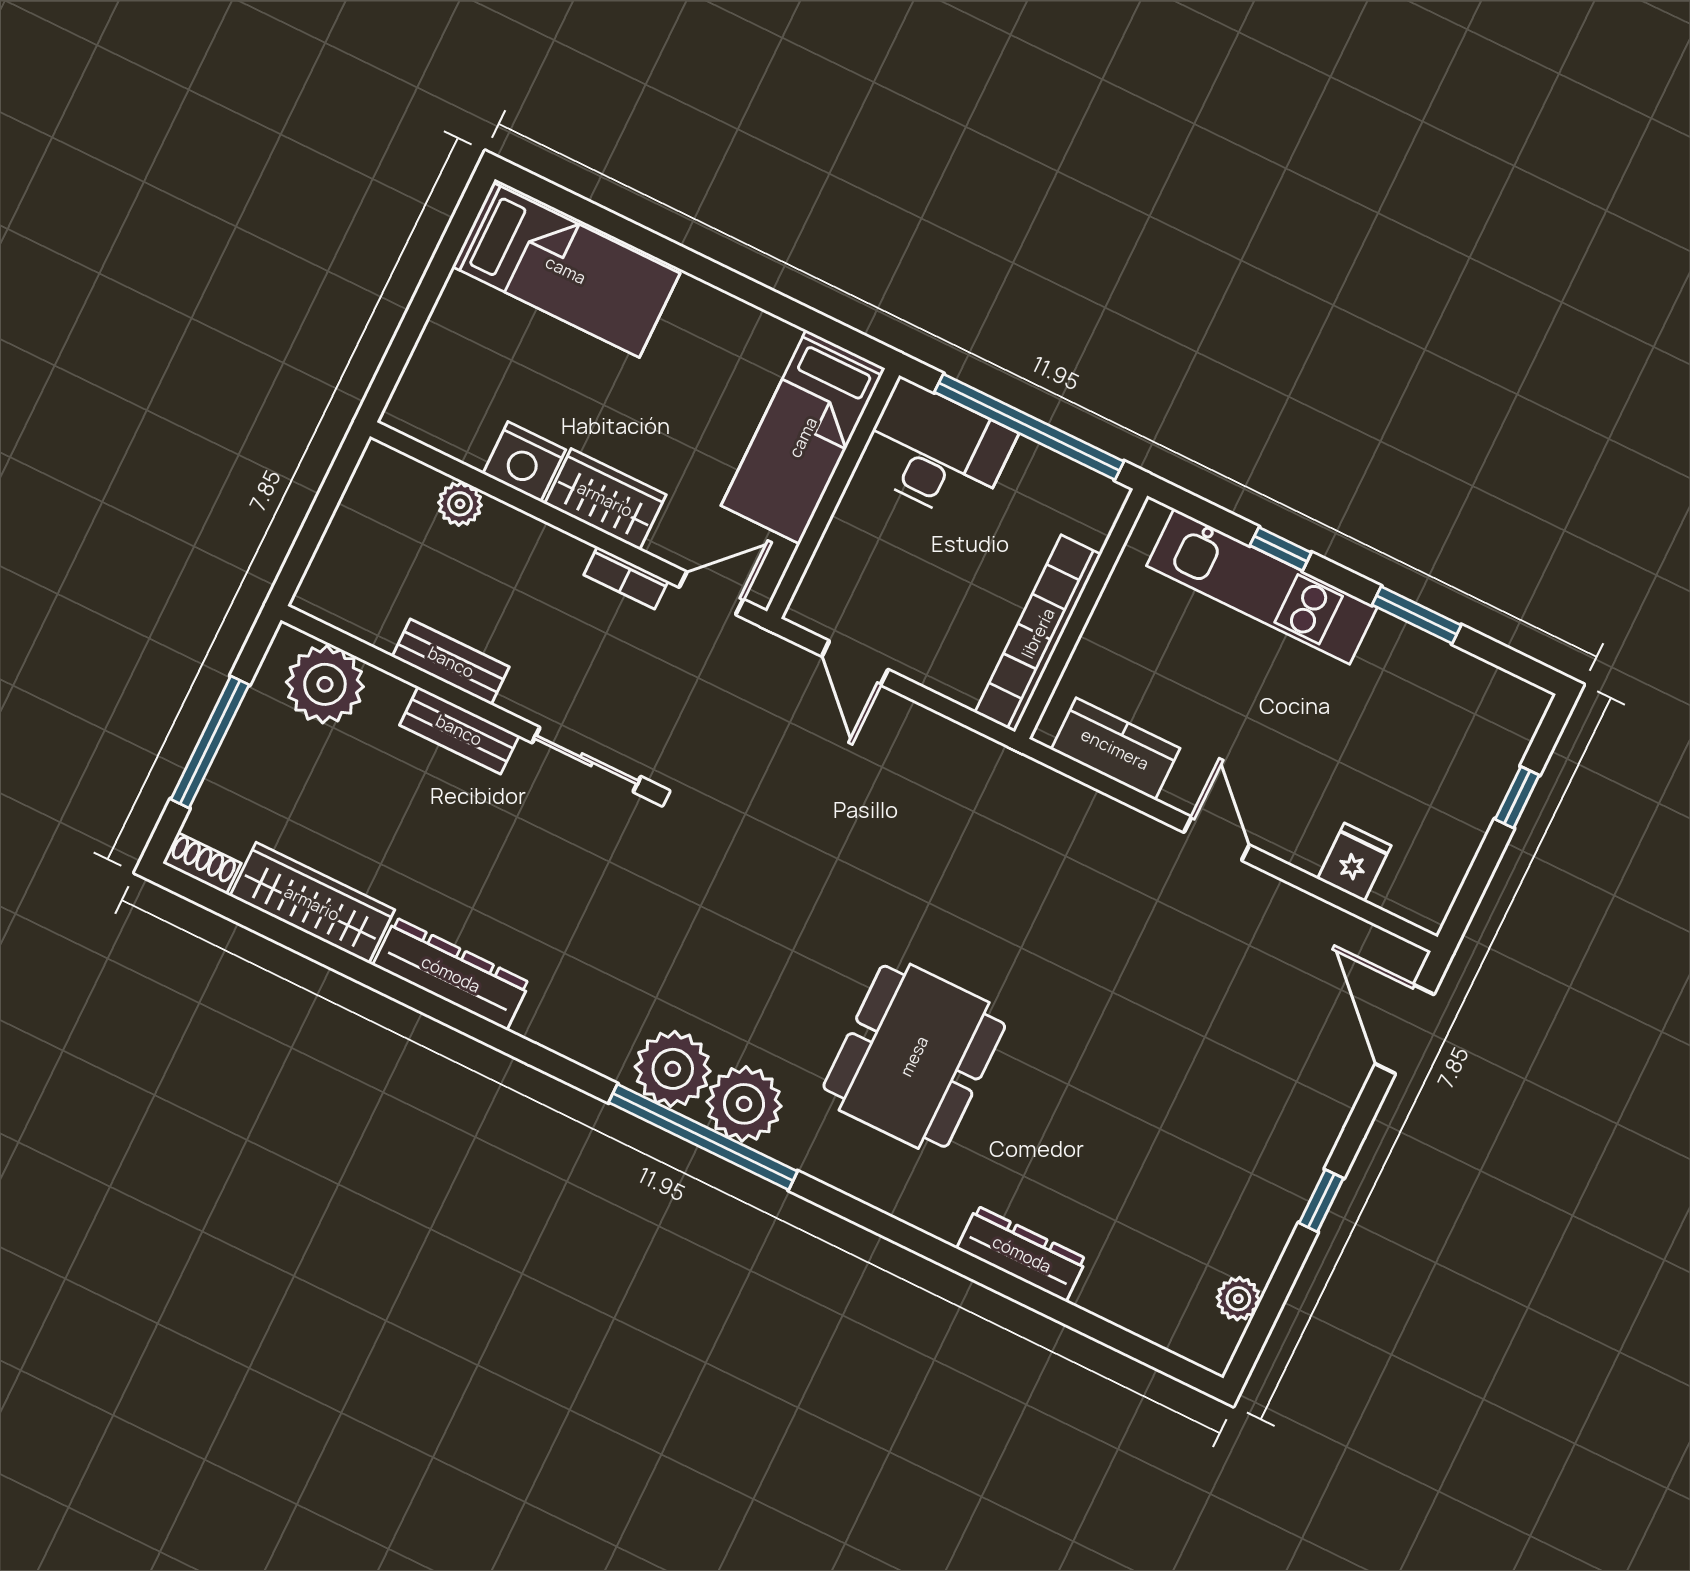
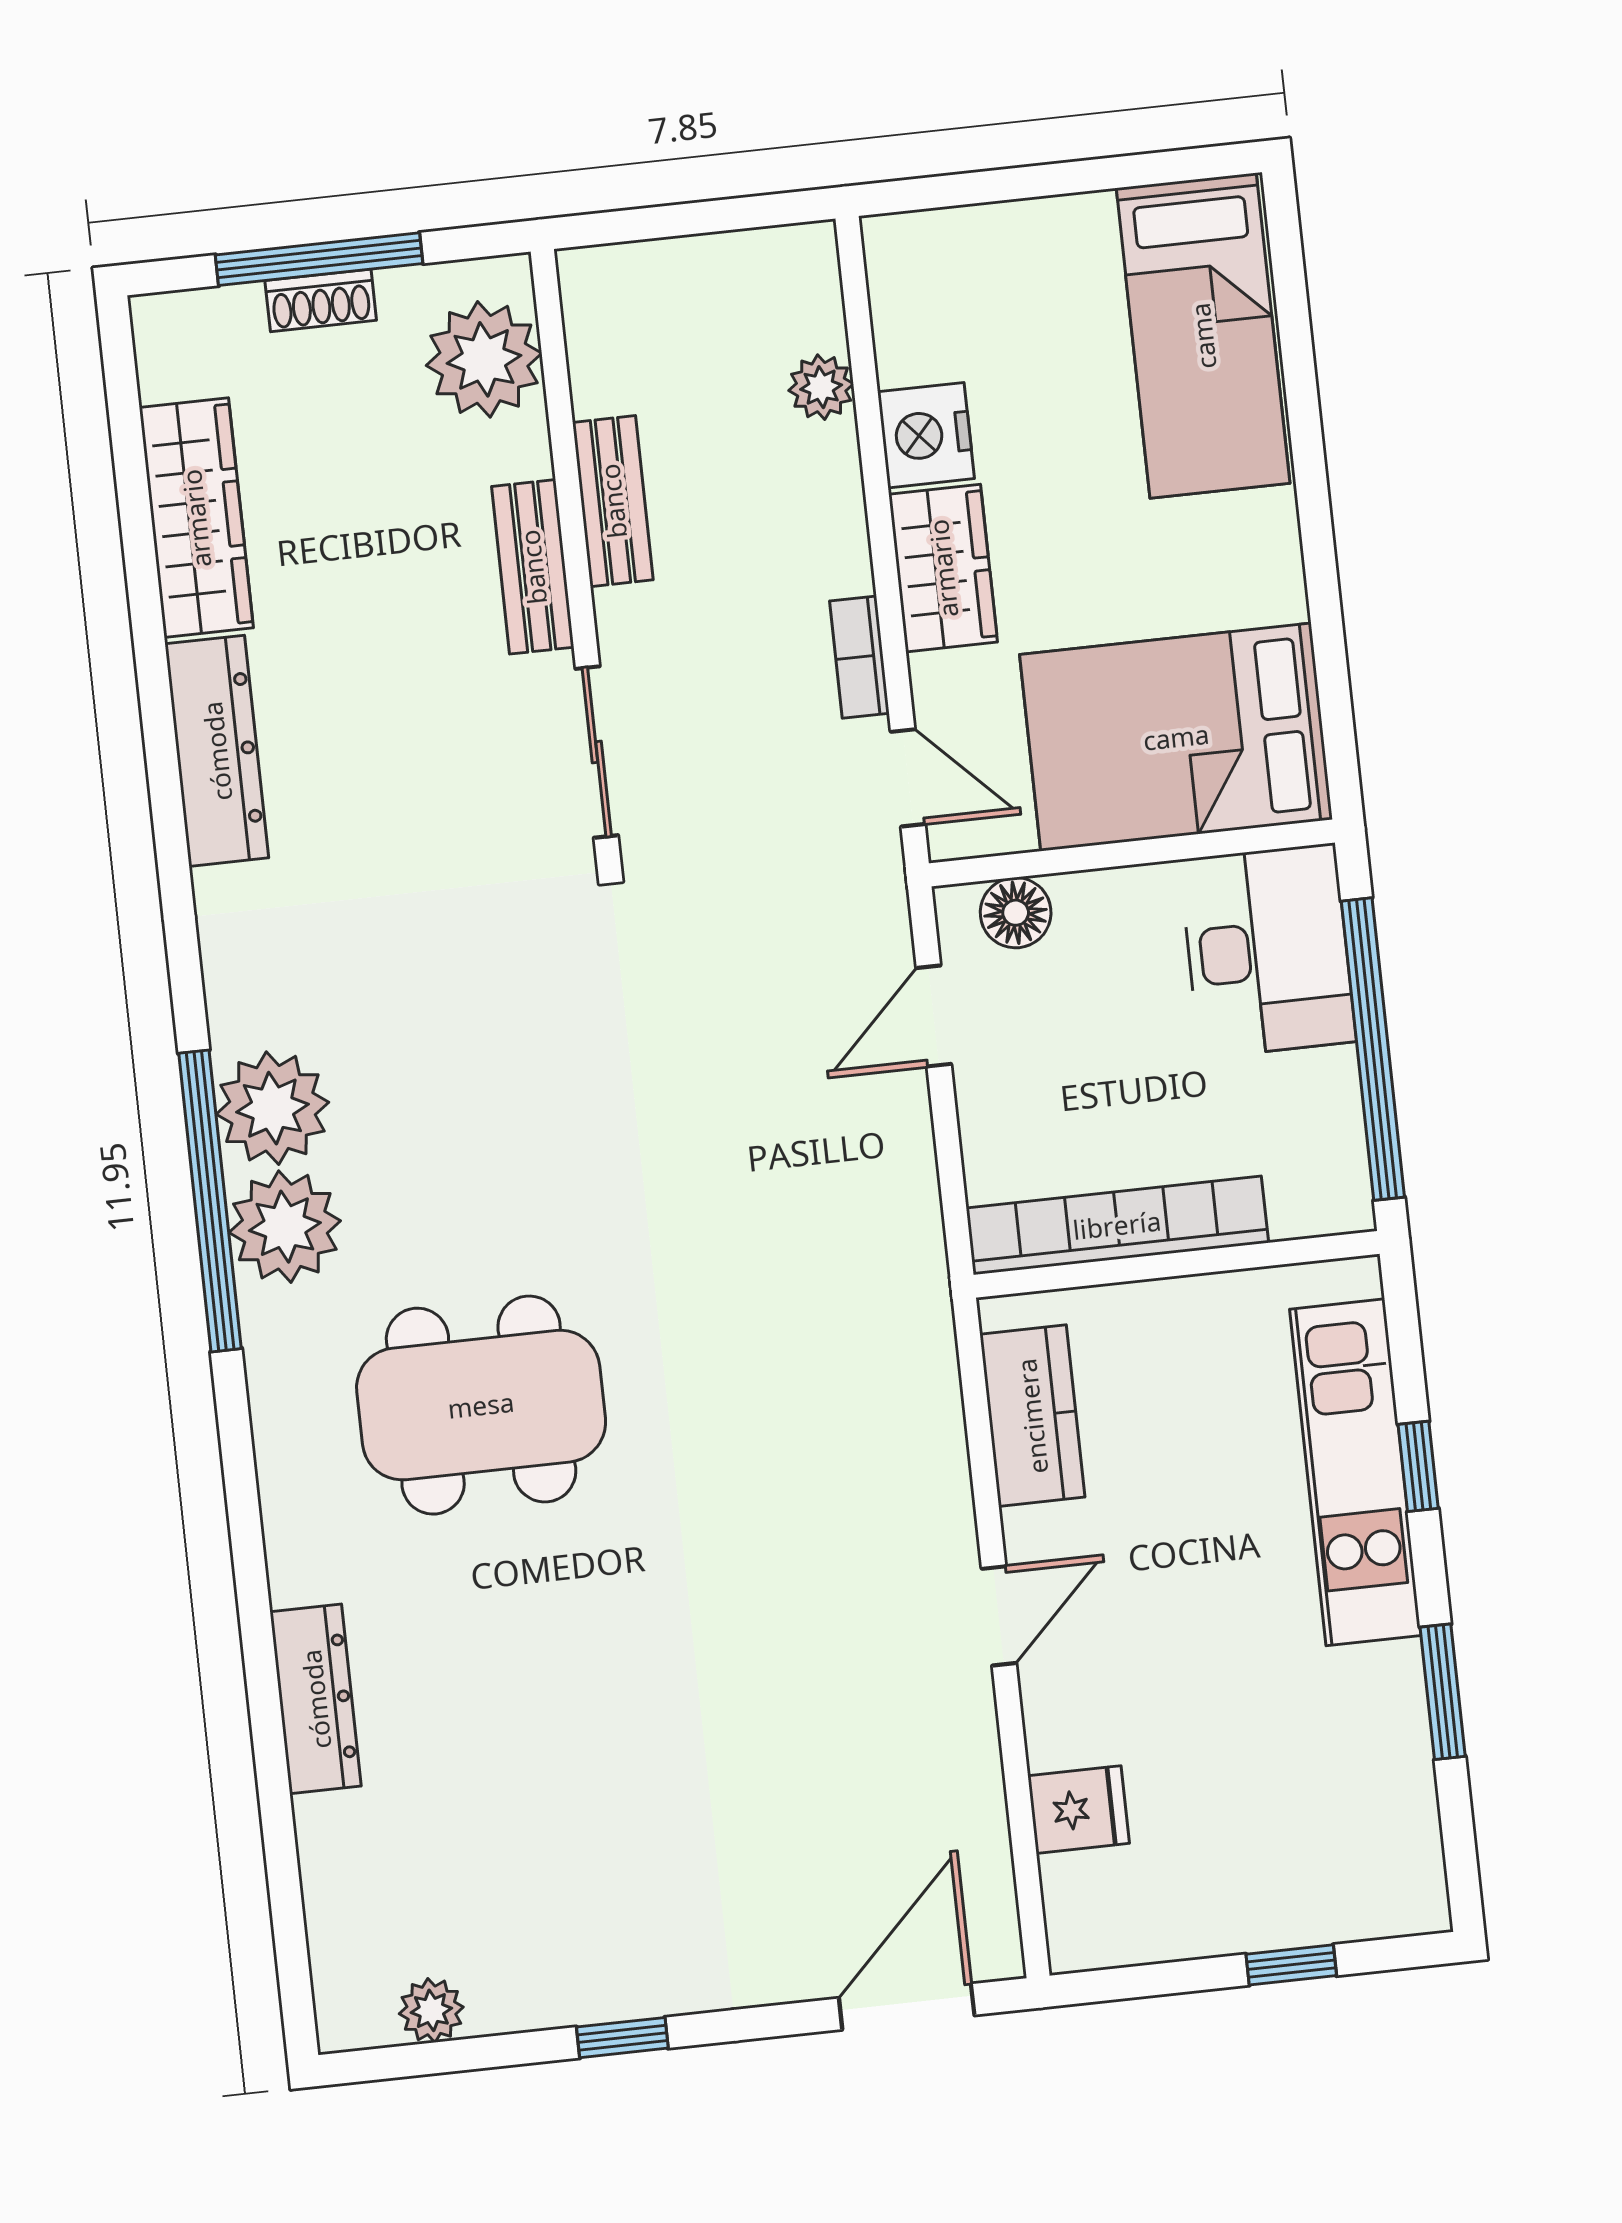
bed: (803, 437) -> (1176, 737), width x1.50
floor lamp: (826, 580) -> (1016, 913), added
shoe rack: (202, 863) -> (321, 300), moved, turned 90

